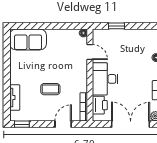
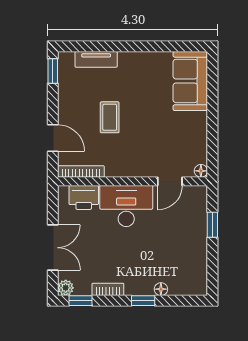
double door: (131, 124) -> (53, 248), width x0.73

